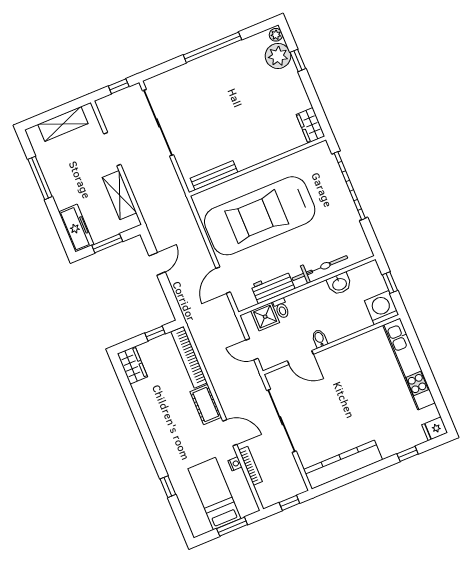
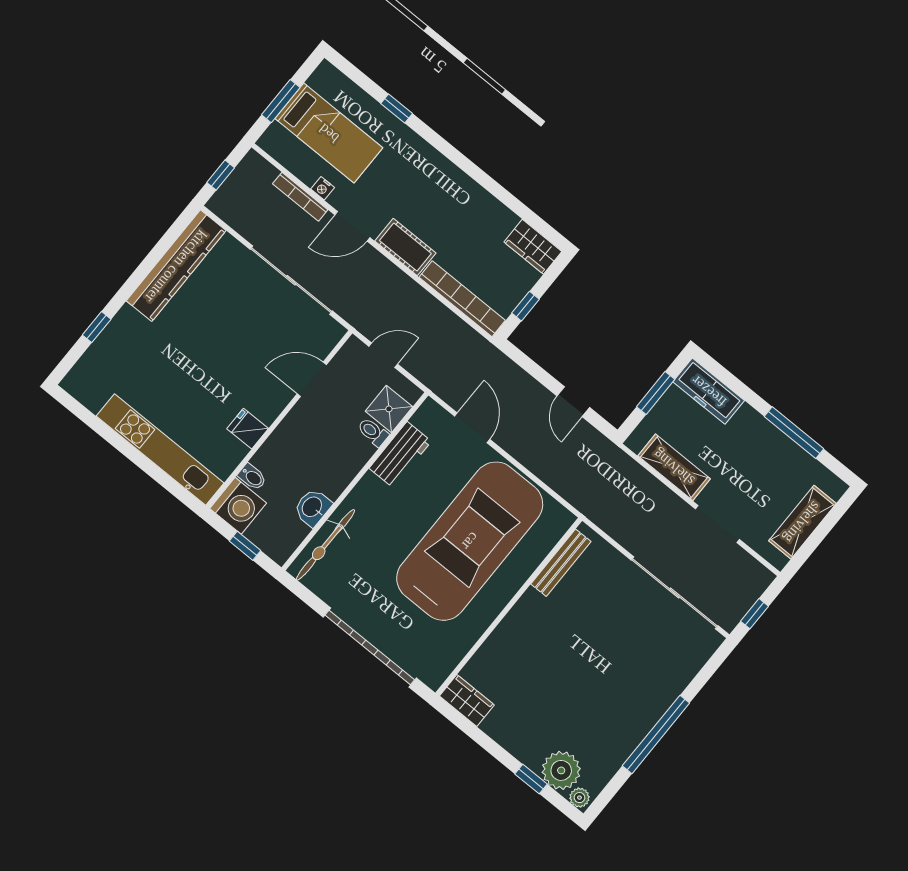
bicycle: (320, 268) -> (326, 545), moved
bidet: (320, 338) -> (252, 477), moved
fridge: (435, 429) -> (248, 429), moved, turned -90

